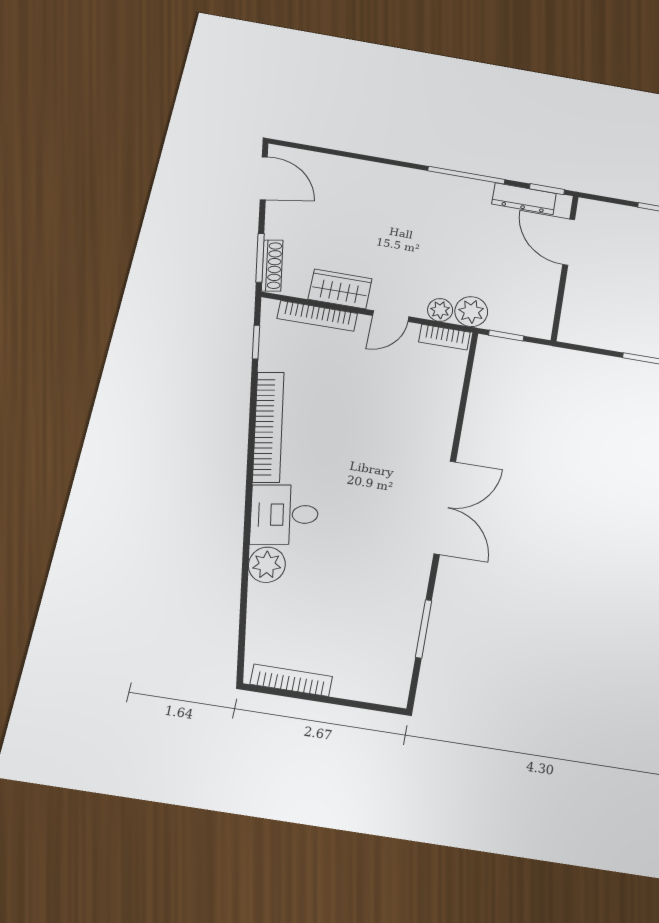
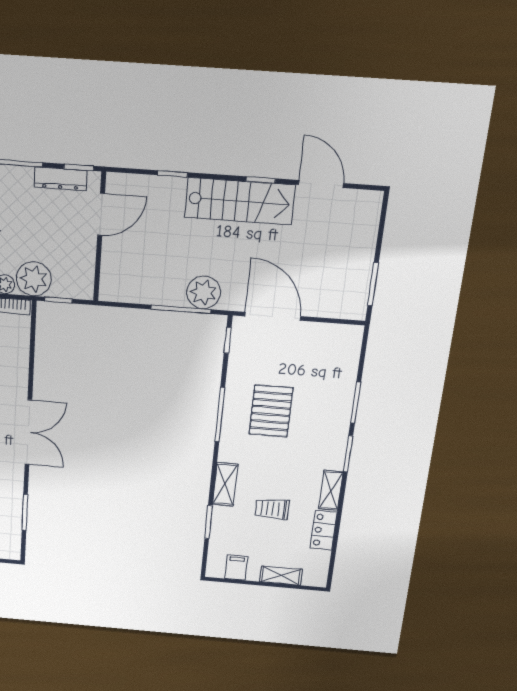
door: (569, 242) -> (101, 214), swing flipped
plant: (471, 312) -> (34, 279), width x1.36, depth x1.36

